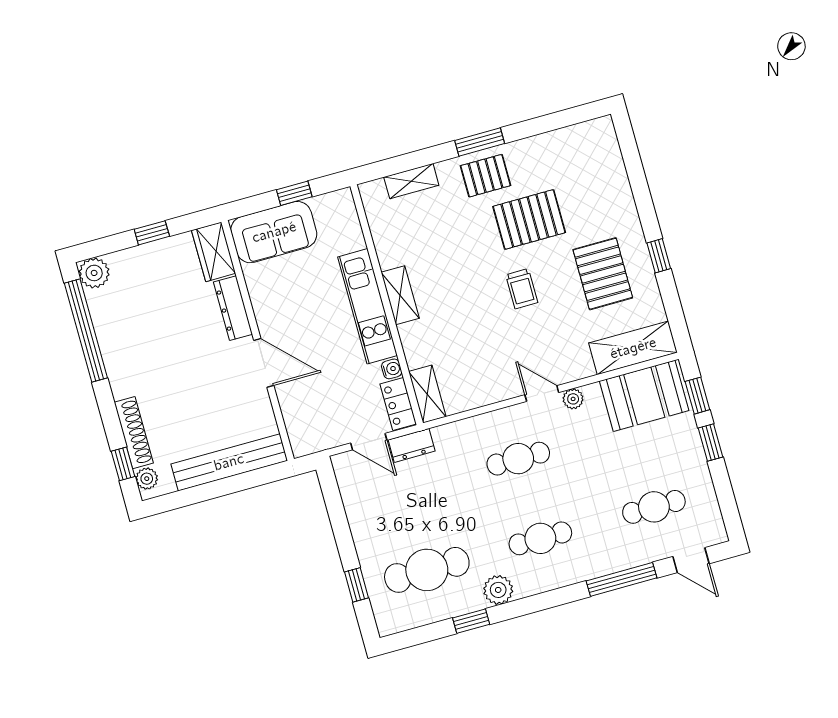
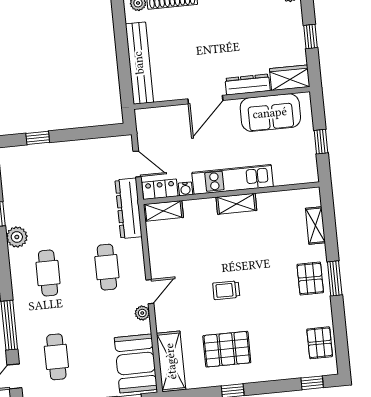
window: (629, 148) -> (312, 383), added
pallet: (529, 219) -> (320, 343), moved, width x0.67, depth x0.71
sofa: (274, 232) -> (270, 113), moved, turned -90
door: (369, 442) -> (137, 164), swing flipped
dresser: (412, 445) -> (129, 208), width x1.96, depth x1.24
cafe table: (427, 570) -> (40, 189), removed

